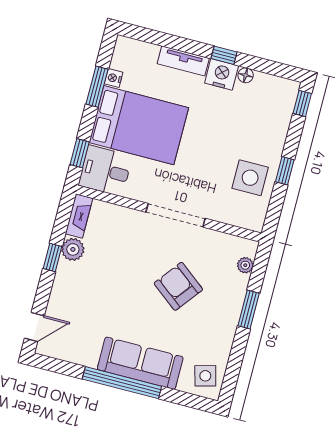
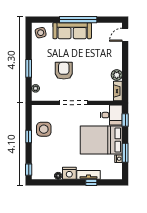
window: (224, 55) -> (91, 182), moved
window: (52, 258) -> (125, 69), removed
armchair: (178, 286) -> (64, 71), turned -128

